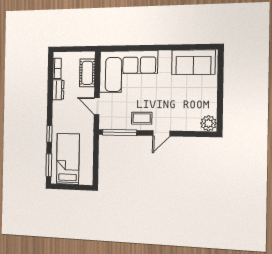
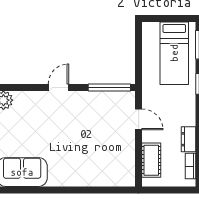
corner sofa: (128, 72) -> (100, 161), removed
coffee table: (142, 118) -> (82, 105), removed

